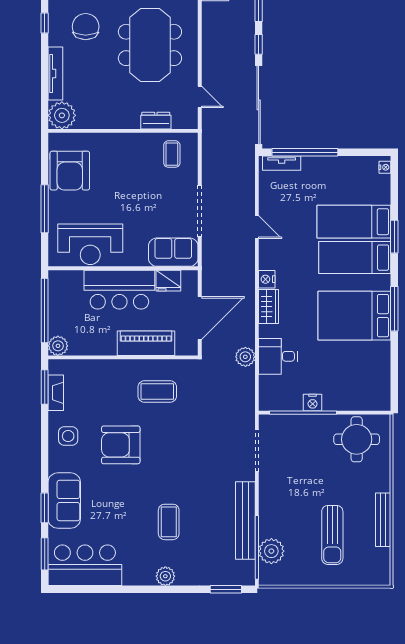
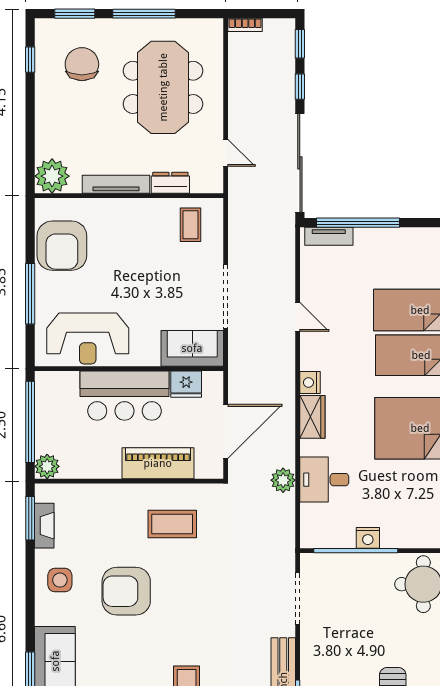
tv unit: (55, 74) -> (116, 184), moved, turned -90

